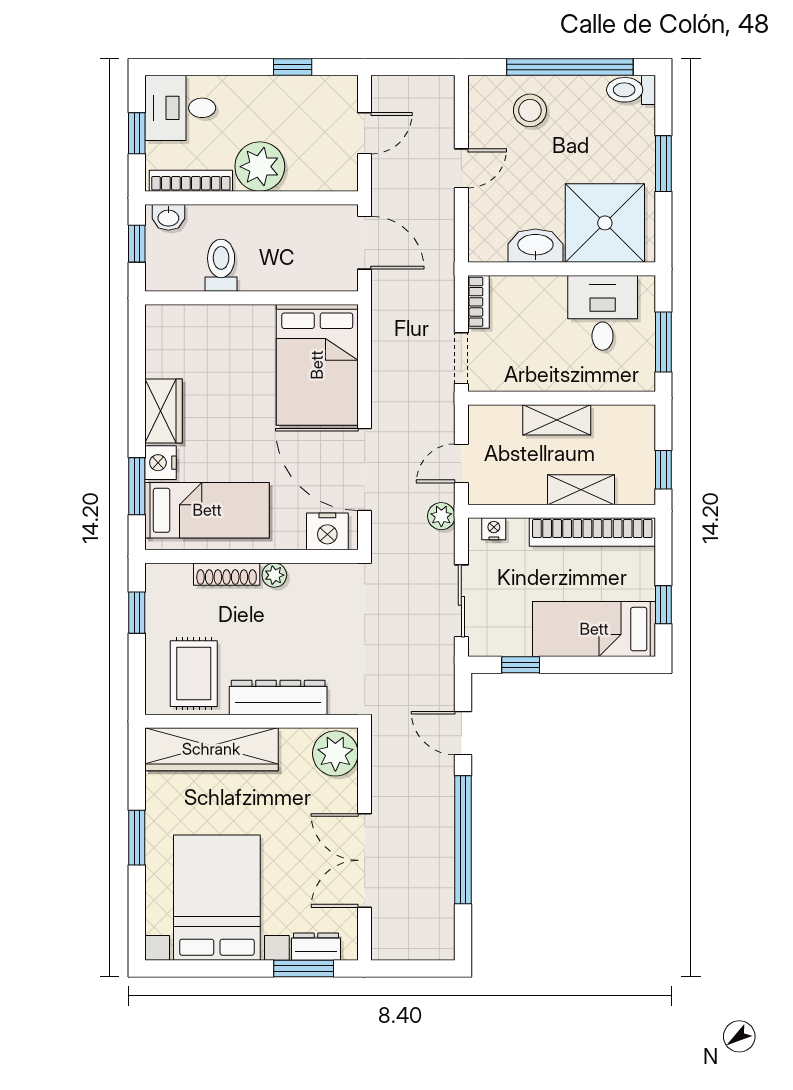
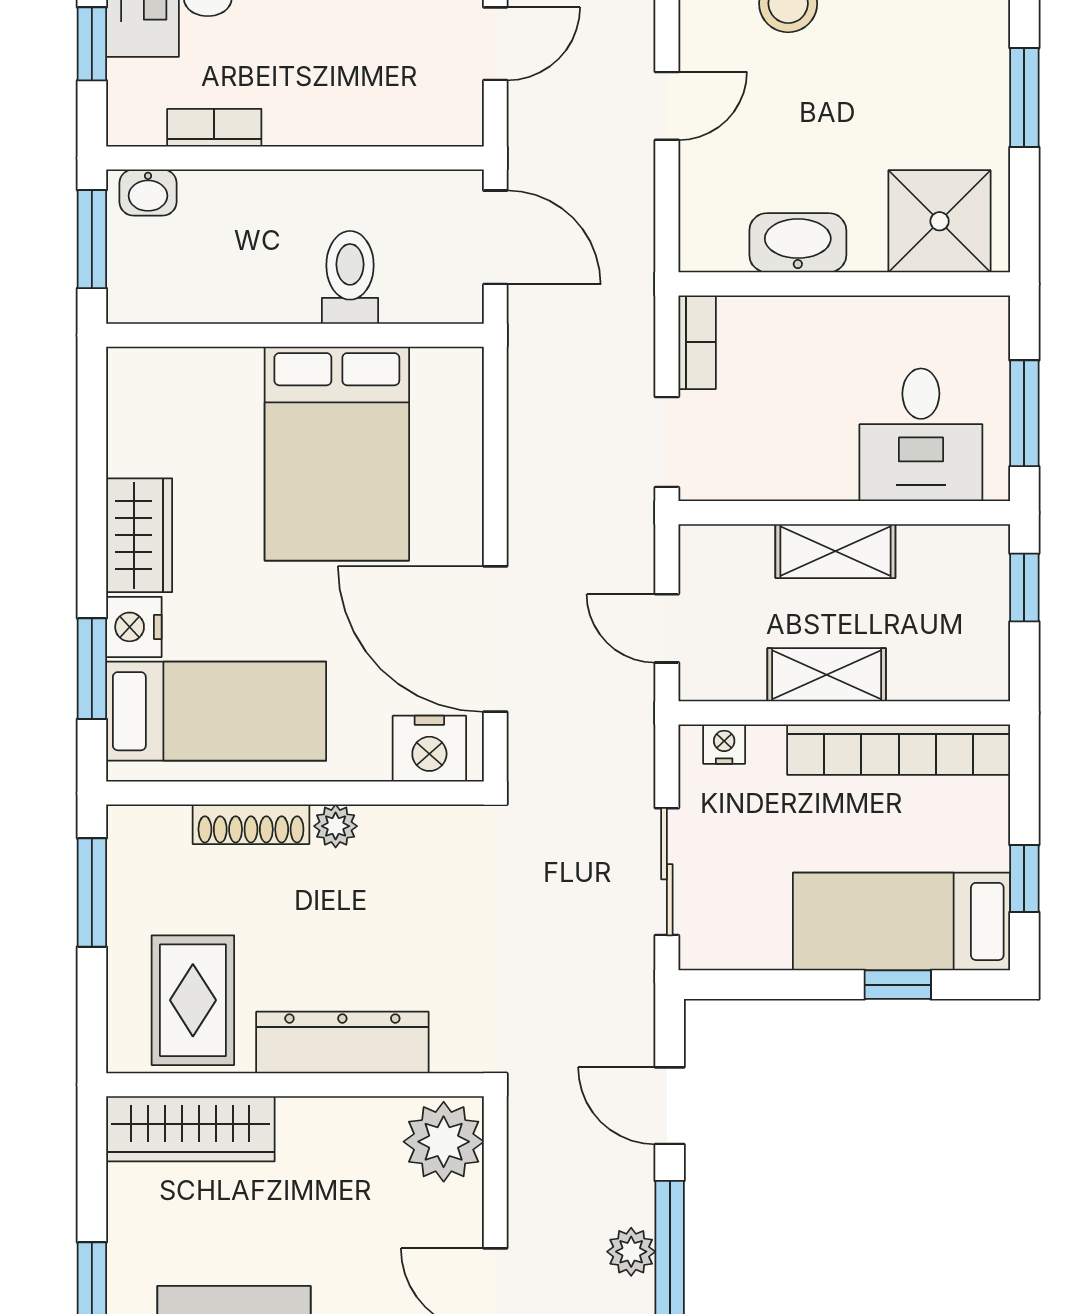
plant: (260, 167) -> (310, 103), removed
bookcase: (191, 181) -> (214, 128), width x0.64
shower: (605, 223) -> (940, 221), width x0.73, depth x0.73
window: (137, 244) -> (92, 239), width x1.50
toilet: (221, 265) -> (350, 277), moved
desk: (603, 313) -> (921, 435), moved, turned 180
bed: (317, 365) -> (337, 454), moved
door: (461, 463) -> (667, 628), hinge flipped
window: (663, 470) -> (1024, 588), moved
shelving: (581, 490) -> (827, 675), moved
plant: (441, 516) -> (631, 1252), moved
window: (137, 613) -> (92, 892), width x1.50
window: (521, 665) -> (898, 985), moved
wardrobe: (211, 749) -> (190, 1129), width x0.71, depth x0.85

